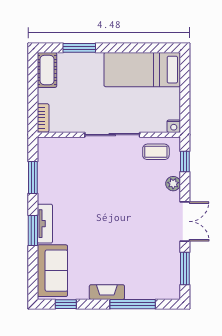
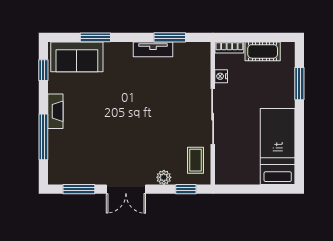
cot: (47, 70) -> (263, 51), moved
nightstand: (174, 126) -> (221, 76), moved
tv unit: (45, 224) -> (153, 49), moved
window: (33, 231) -> (95, 37), moved

